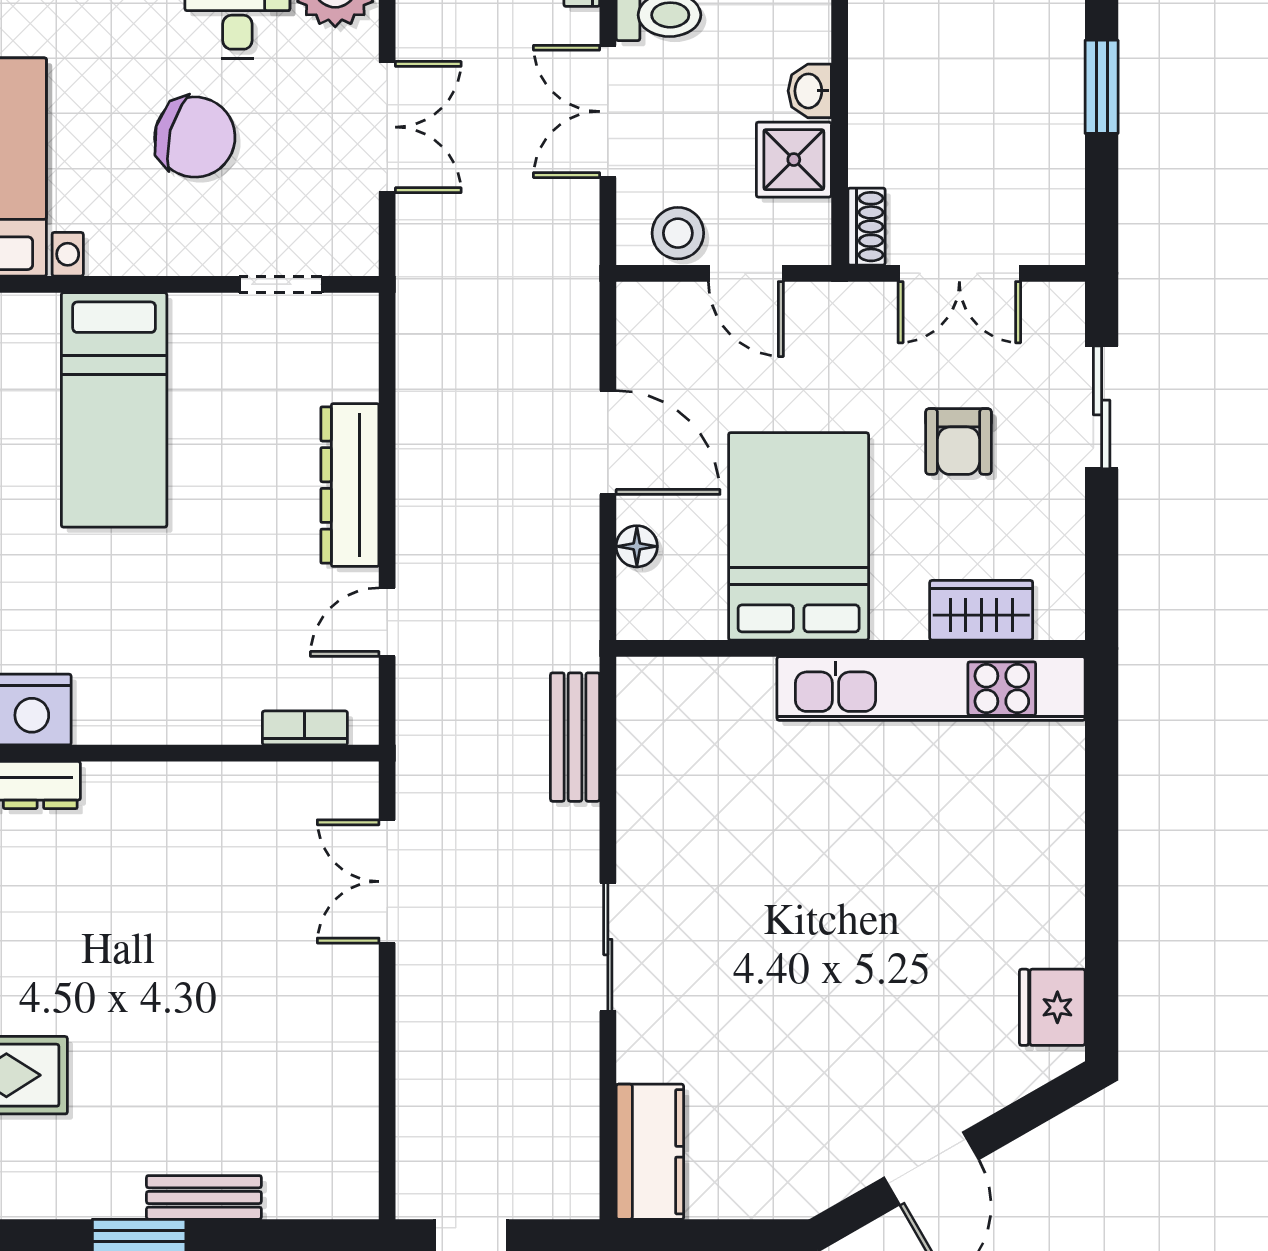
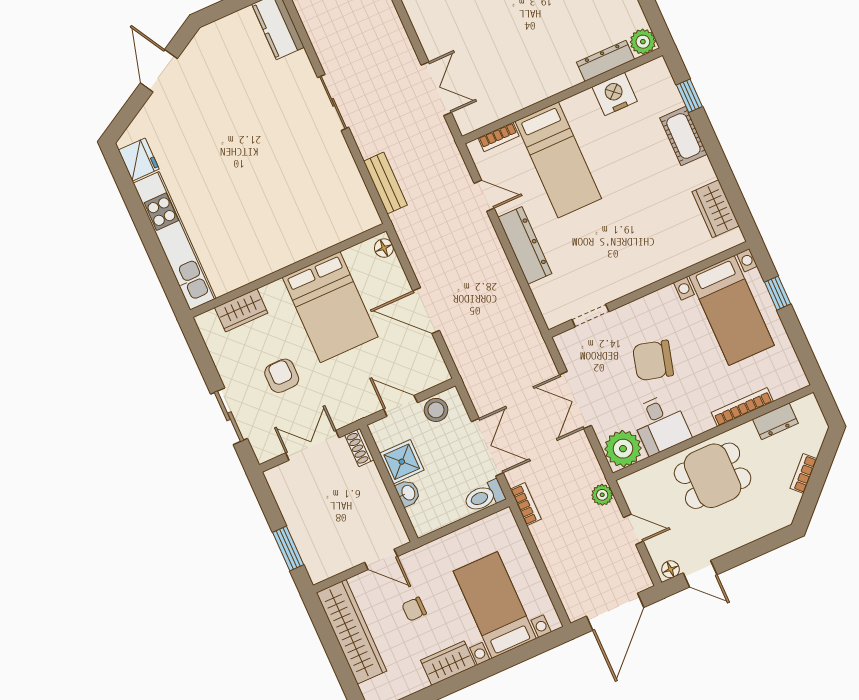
bed: (114, 410) -> (558, 160), moved, turned 180
floor lamp: (637, 546) -> (384, 248), moved
door: (387, 622) -> (484, 196), hinge flipped
kitchen unit: (931, 689) -> (175, 241), moved, turned 90

